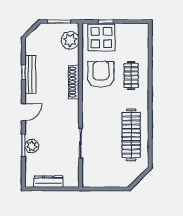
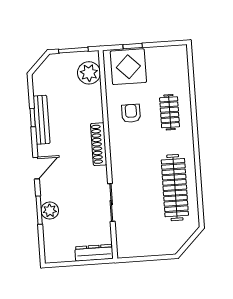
armchair: (101, 74) -> (131, 113), width x0.53, depth x0.53
shoe rack: (74, 82) -> (99, 144), moved
dresser: (49, 182) -> (94, 253), moved

